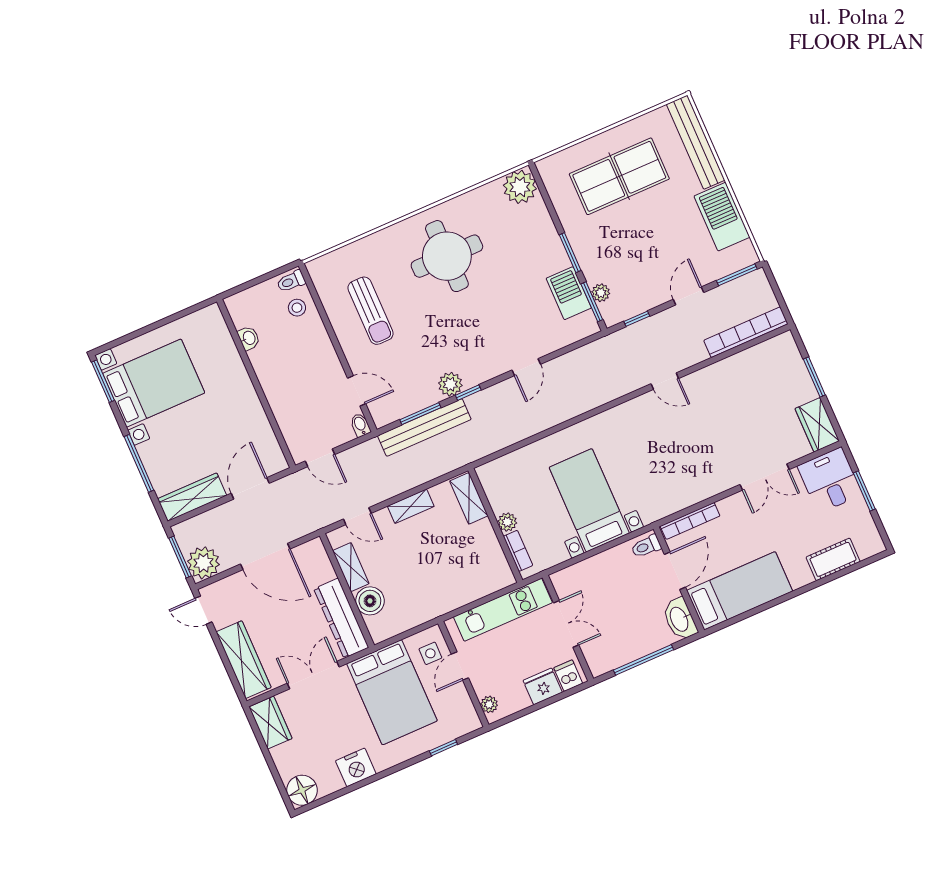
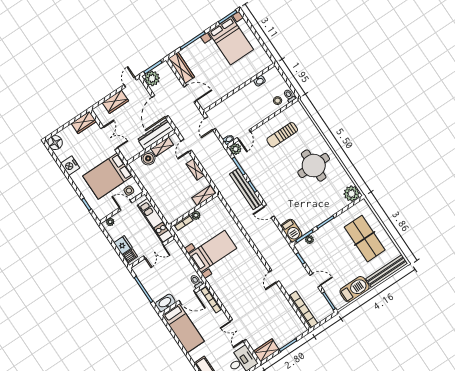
barbecue: (569, 293) -> (292, 230), moved, turned 90
plant: (450, 384) -> (236, 149), moved
bench: (424, 427) -> (246, 189), moved
dresser: (341, 618) -> (156, 135), moved
wardrobe: (244, 660) -> (115, 102), width x0.67

